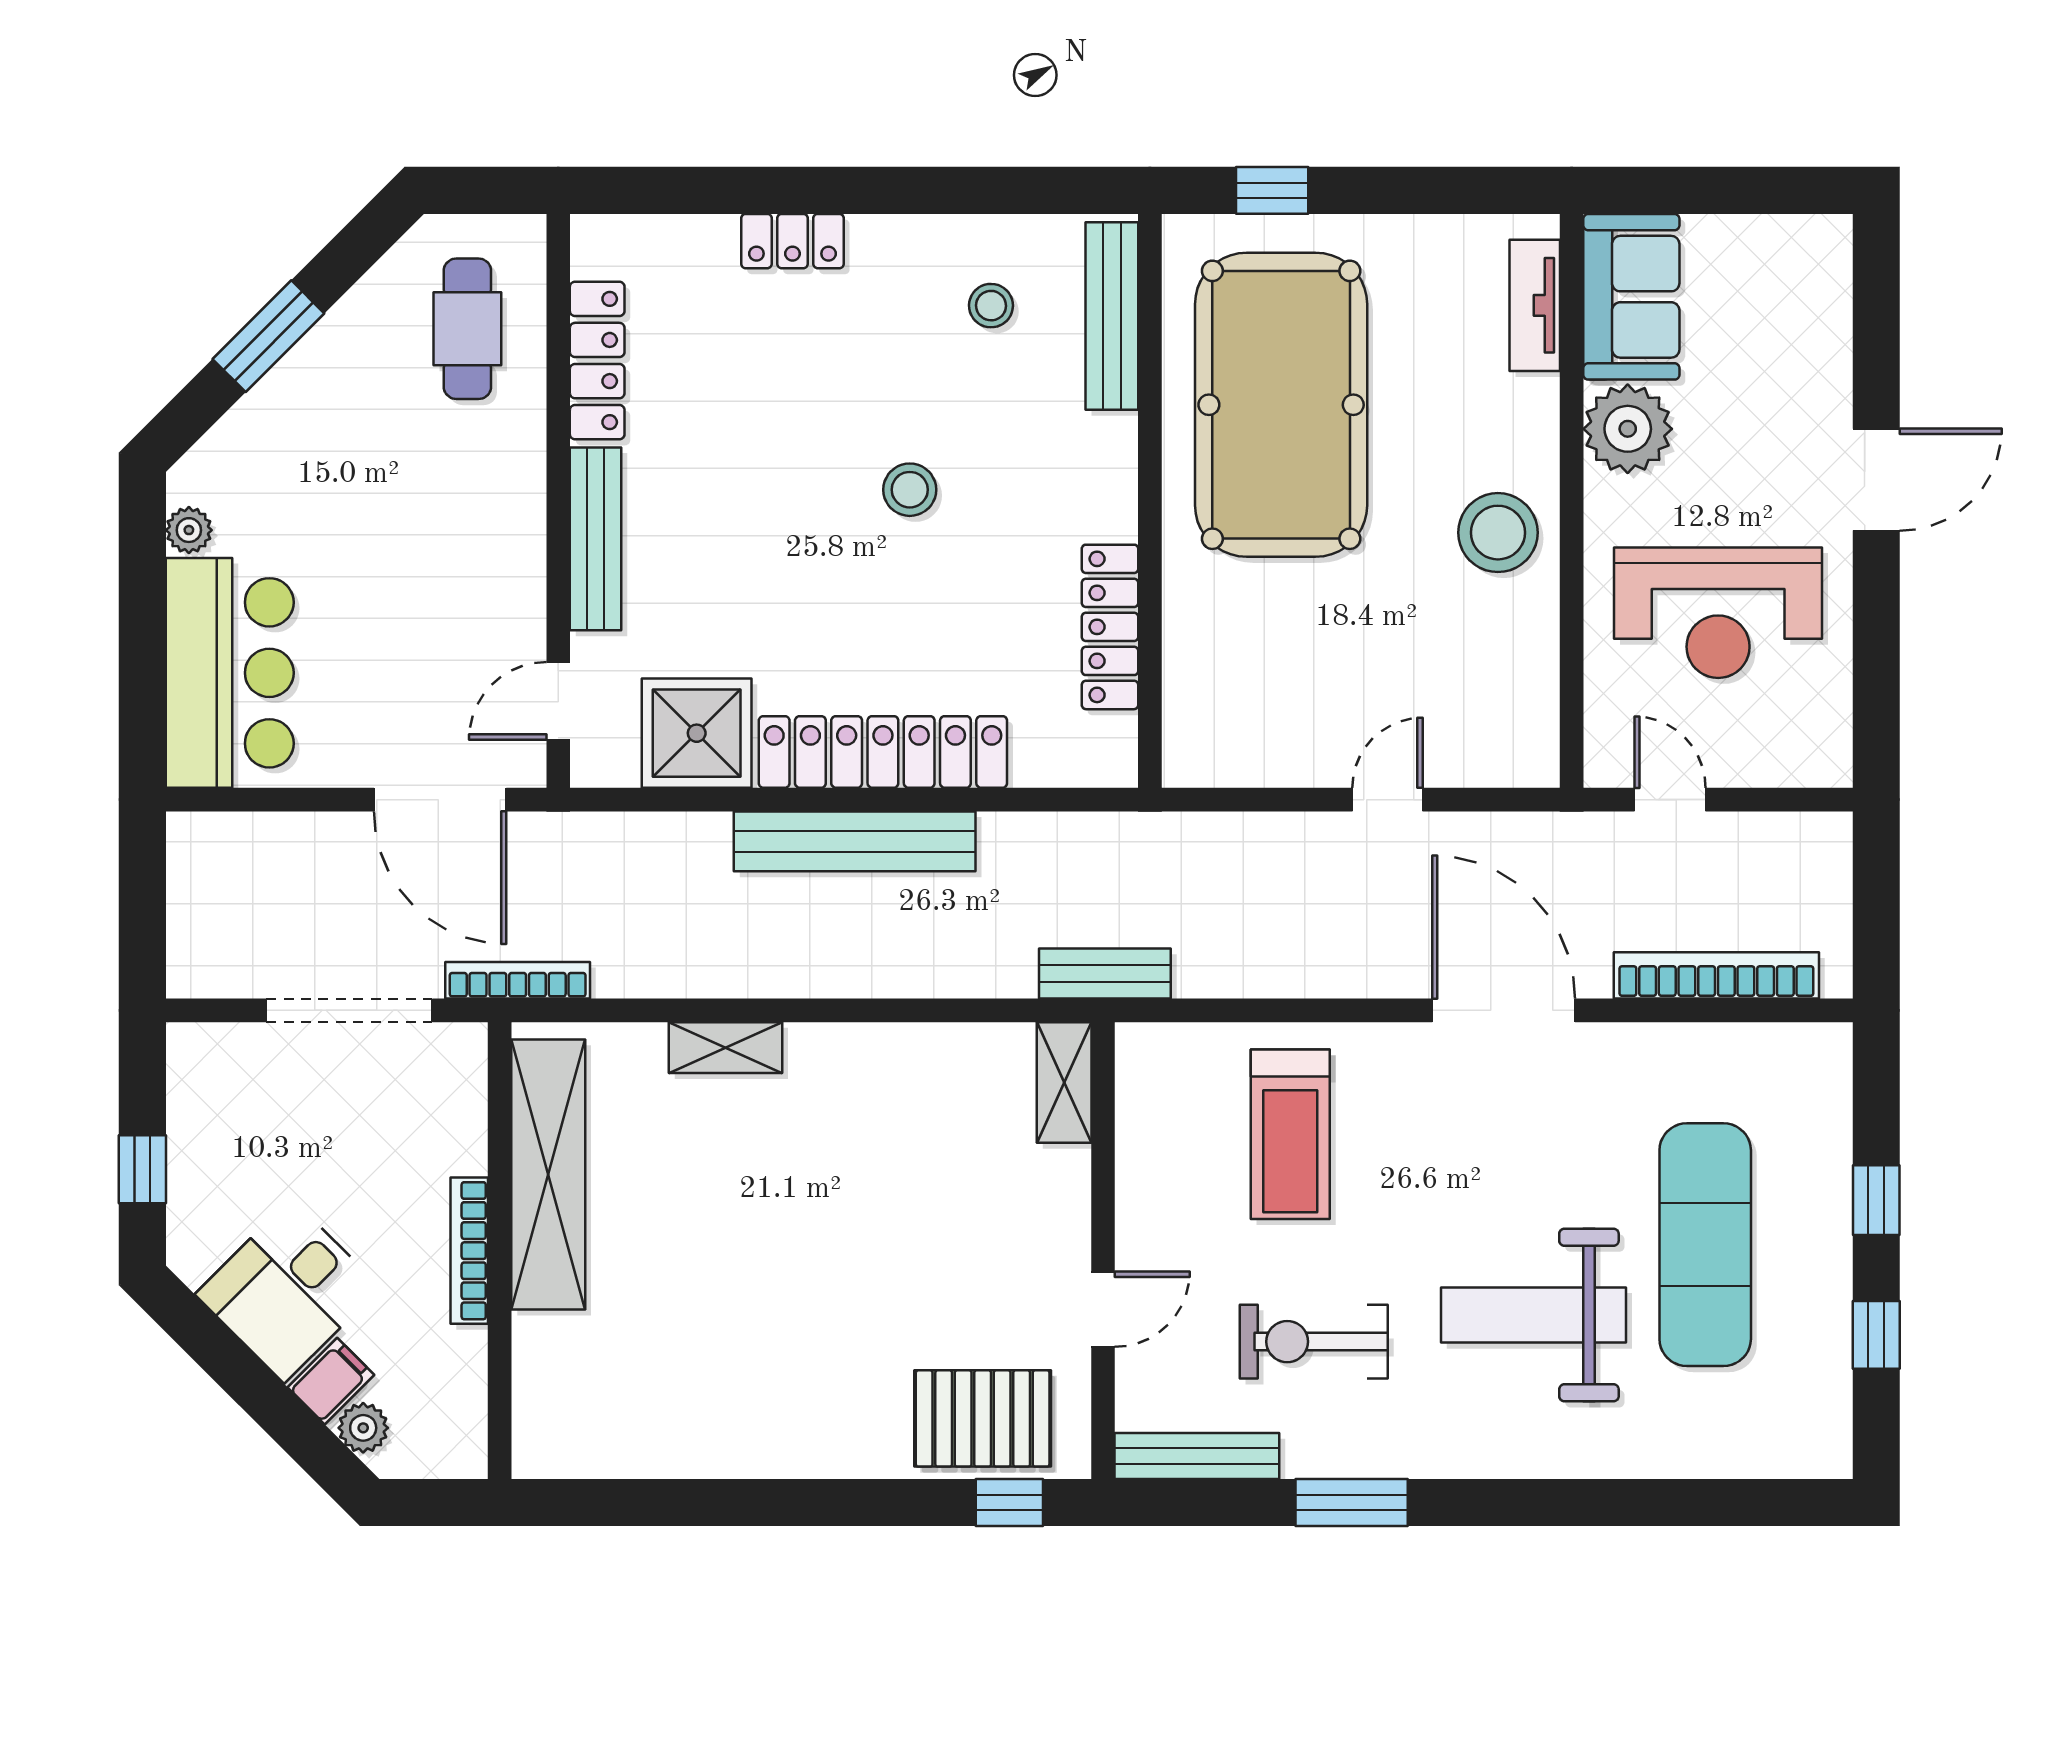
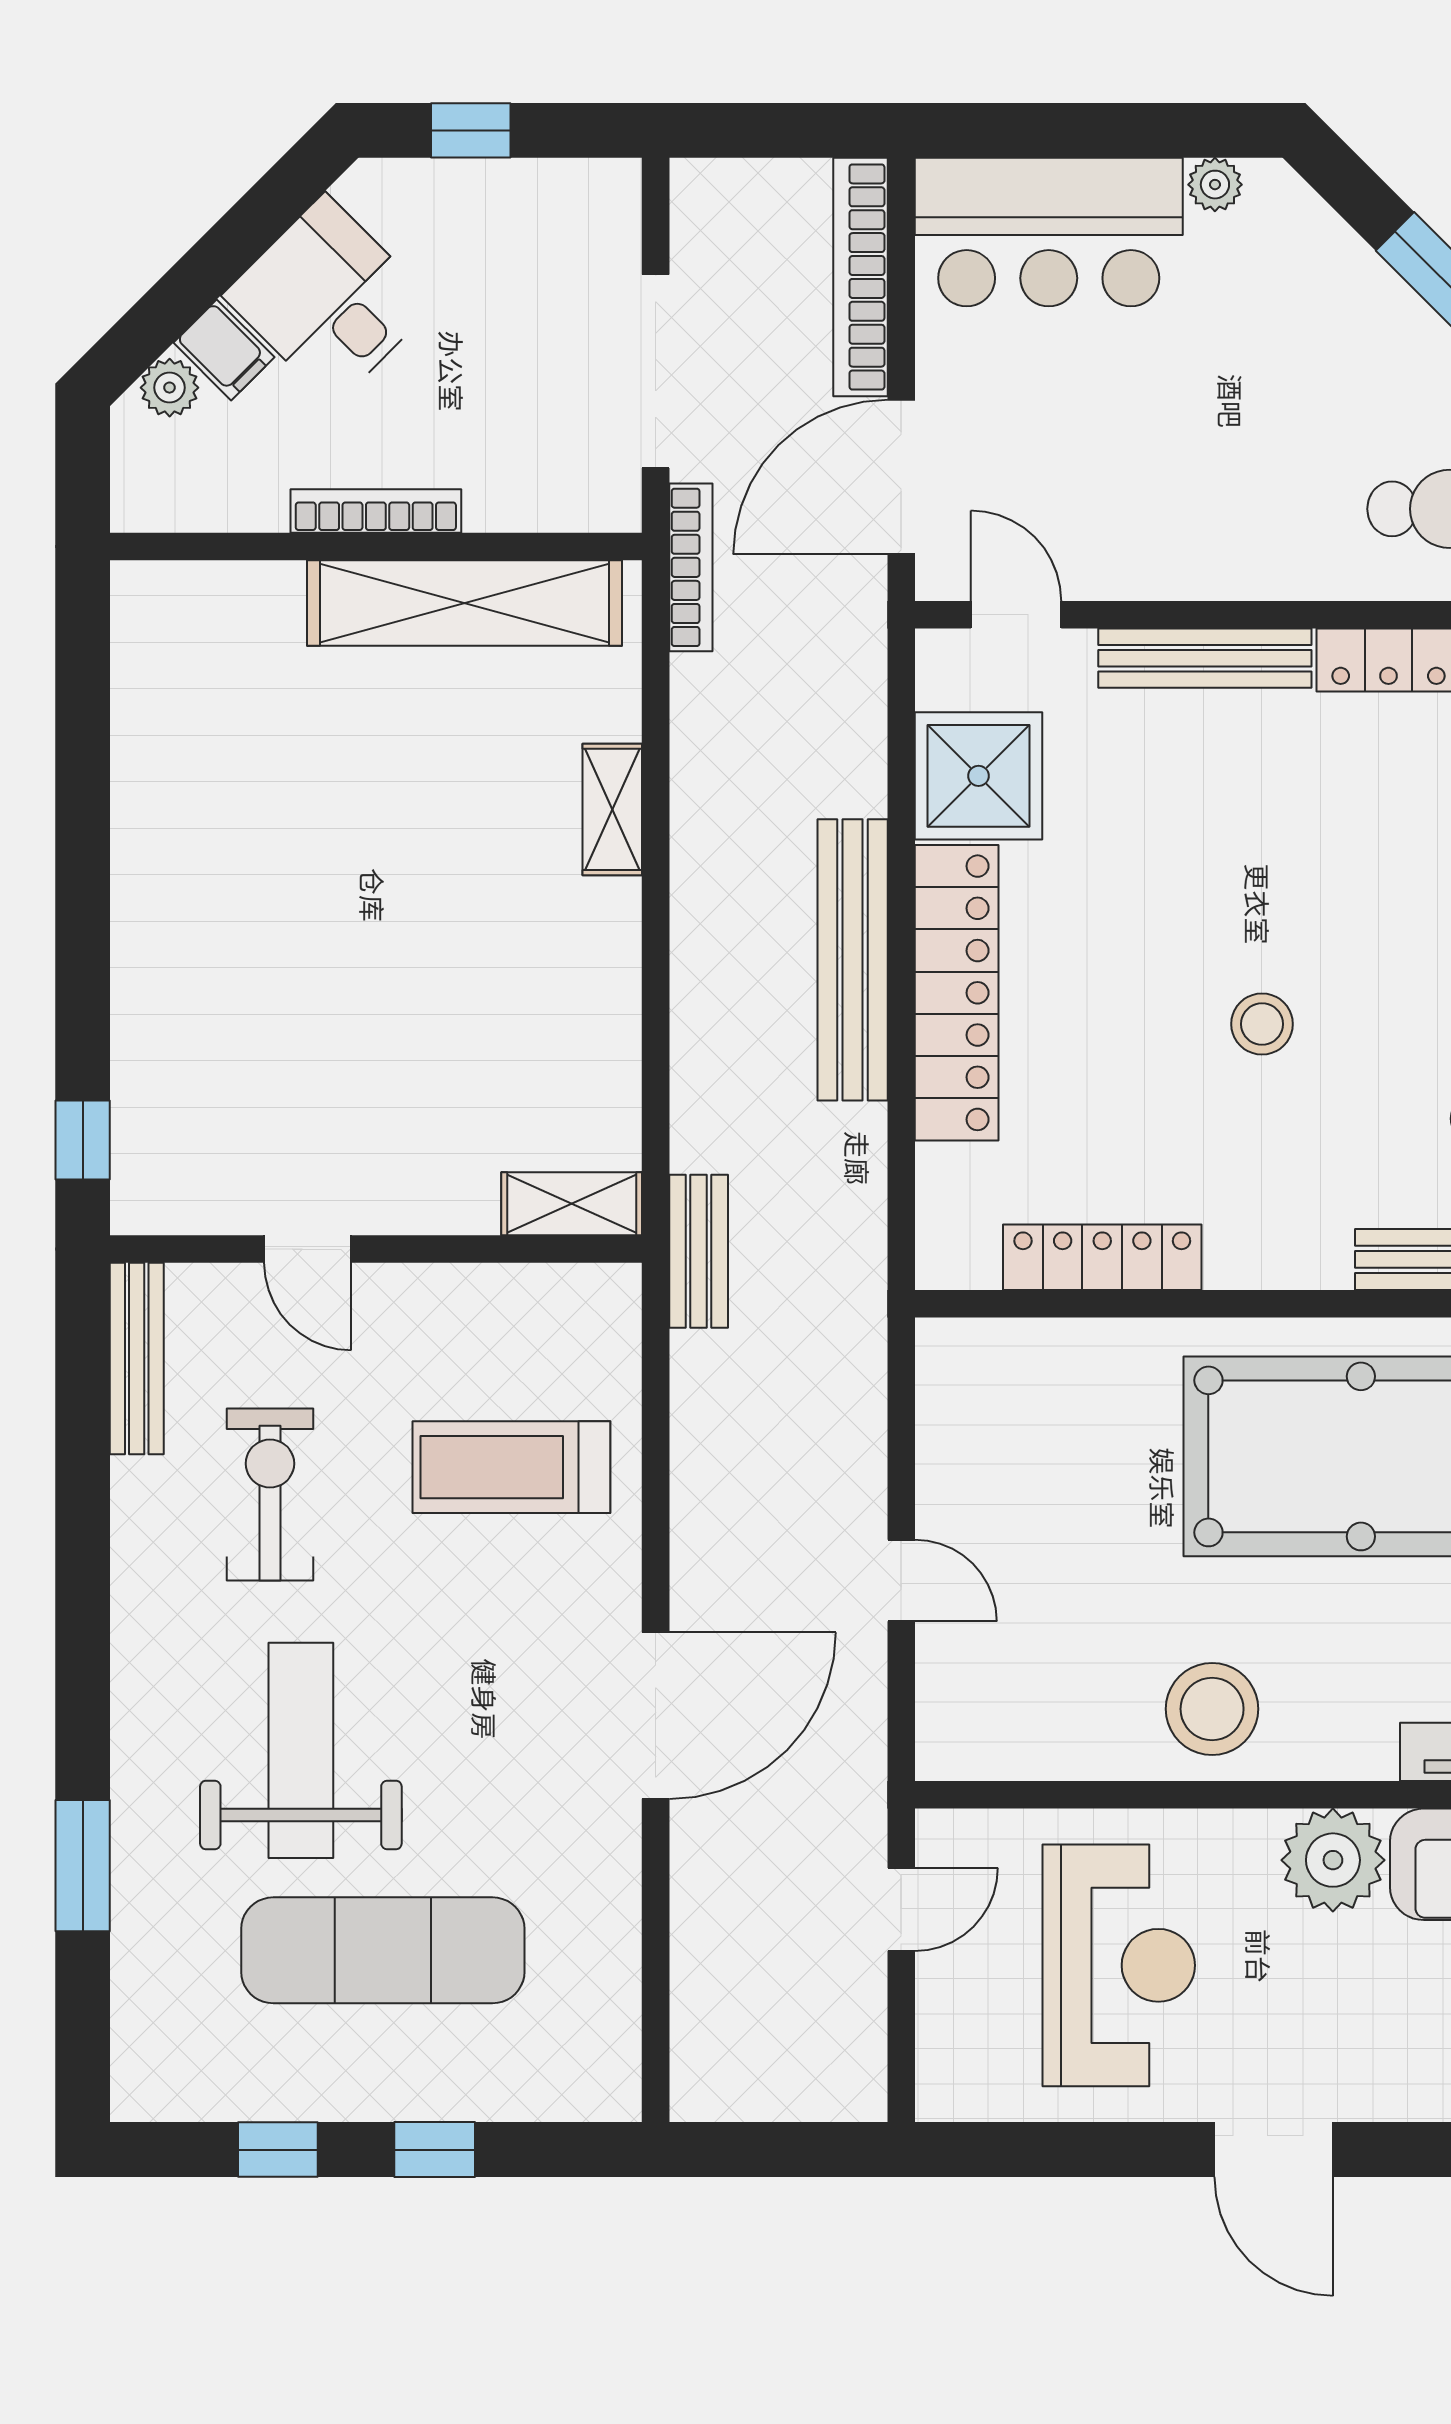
reception desk: (1718, 613) -> (1119, 1965), turned 180
bookcase: (1716, 975) -> (860, 277), moved, turned 180
pallet: (983, 1418) -> (180, 1109), removed
window: (1352, 1502) -> (83, 1866), moved

